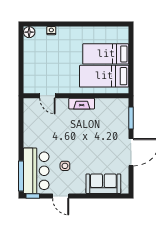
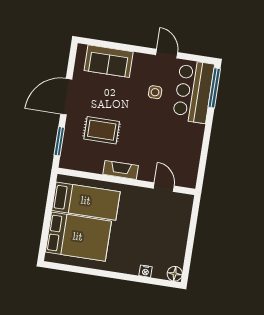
bed: (106, 54) -> (78, 237), width x1.50
rug: (101, 131) -> (102, 130), added
window: (33, 196) -> (203, 59), removed

